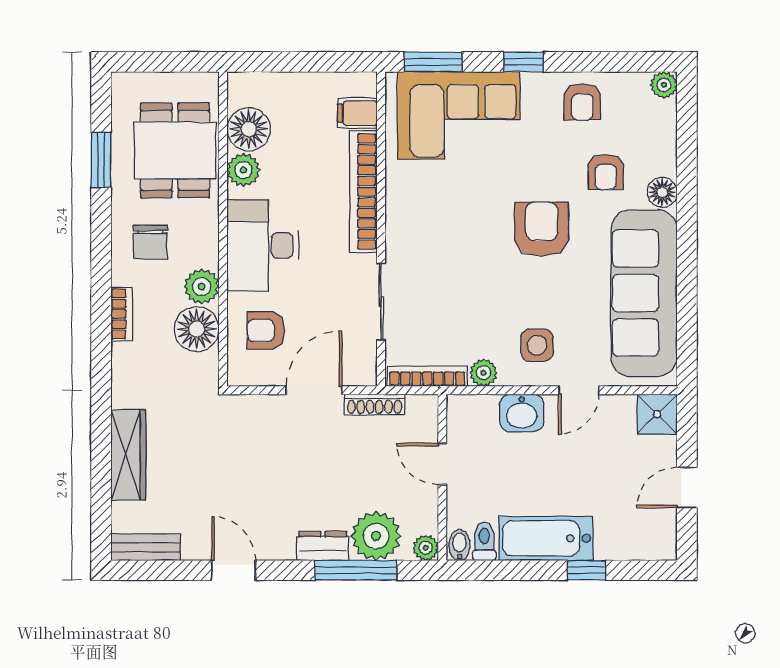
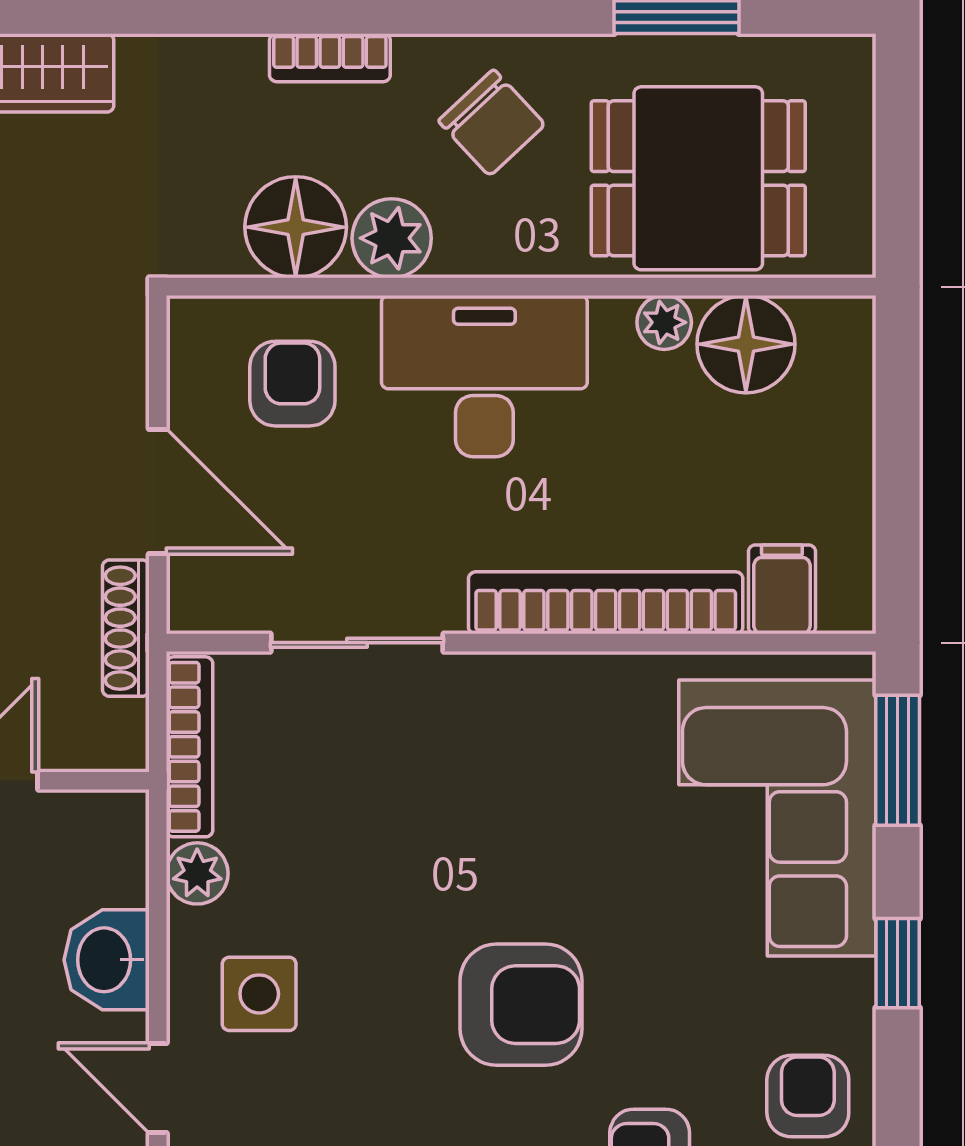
armchair: (582, 102) -> (808, 1096), turned 90
plant: (243, 170) -> (664, 322), width x0.73, depth x0.73
chair: (150, 242) -> (492, 123), turned -133

